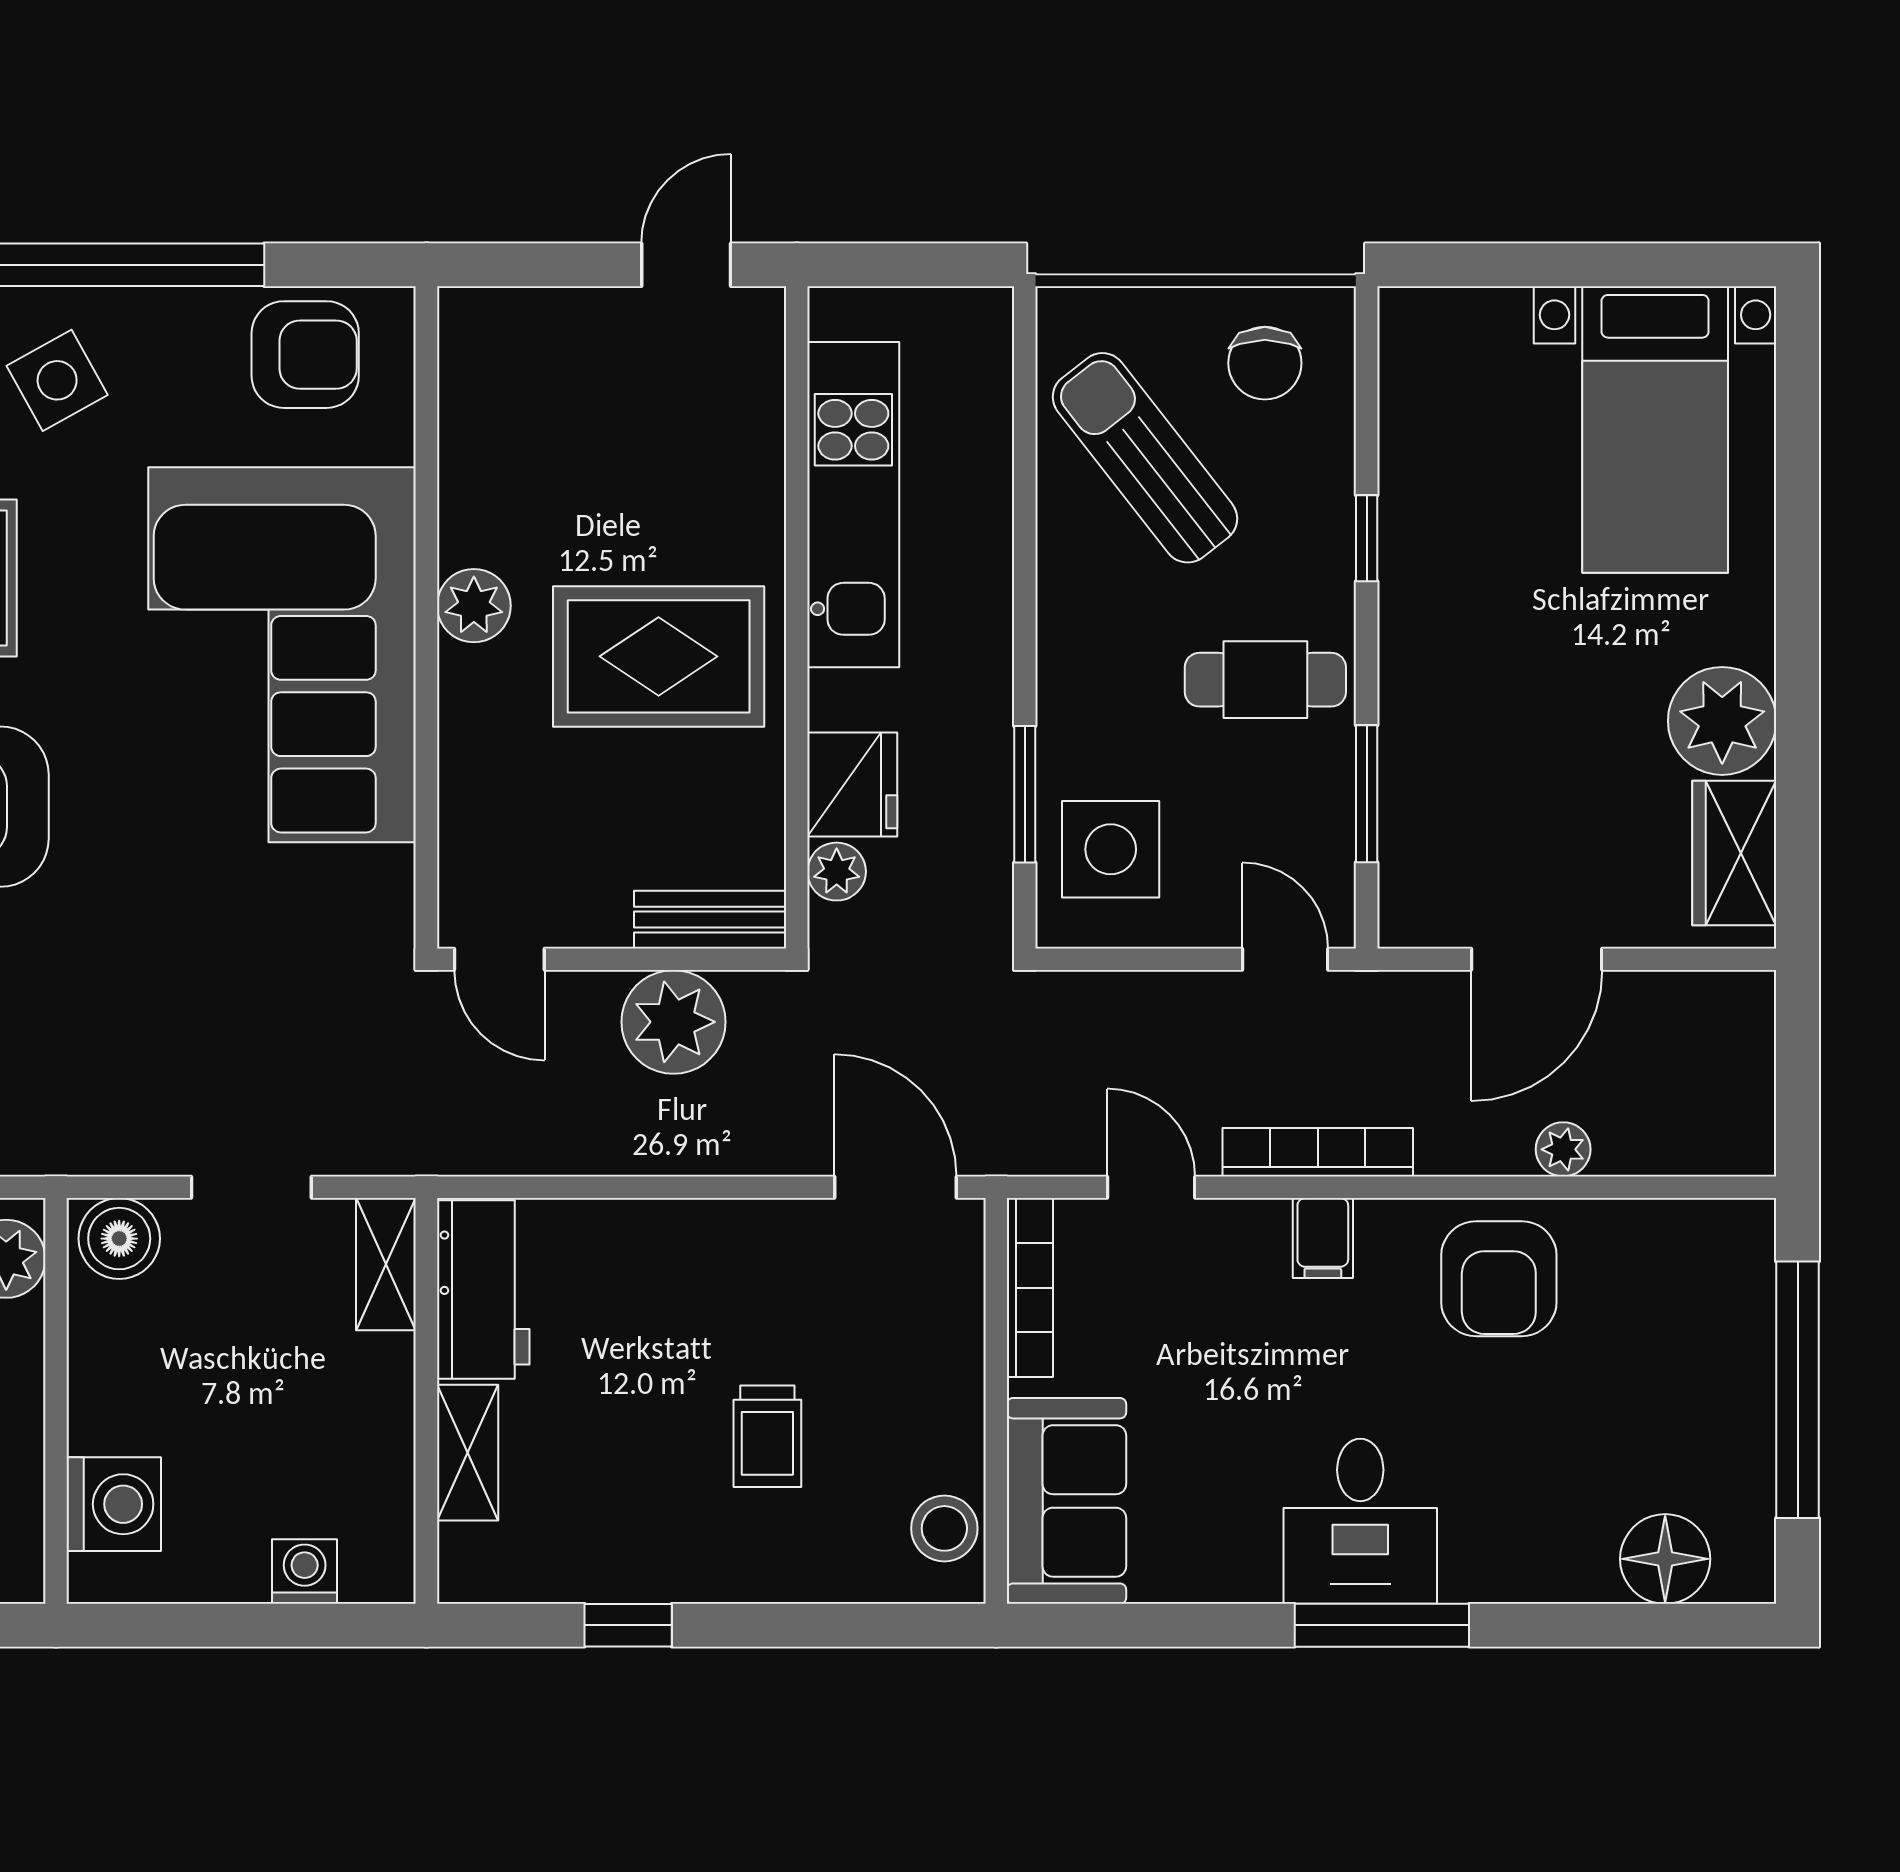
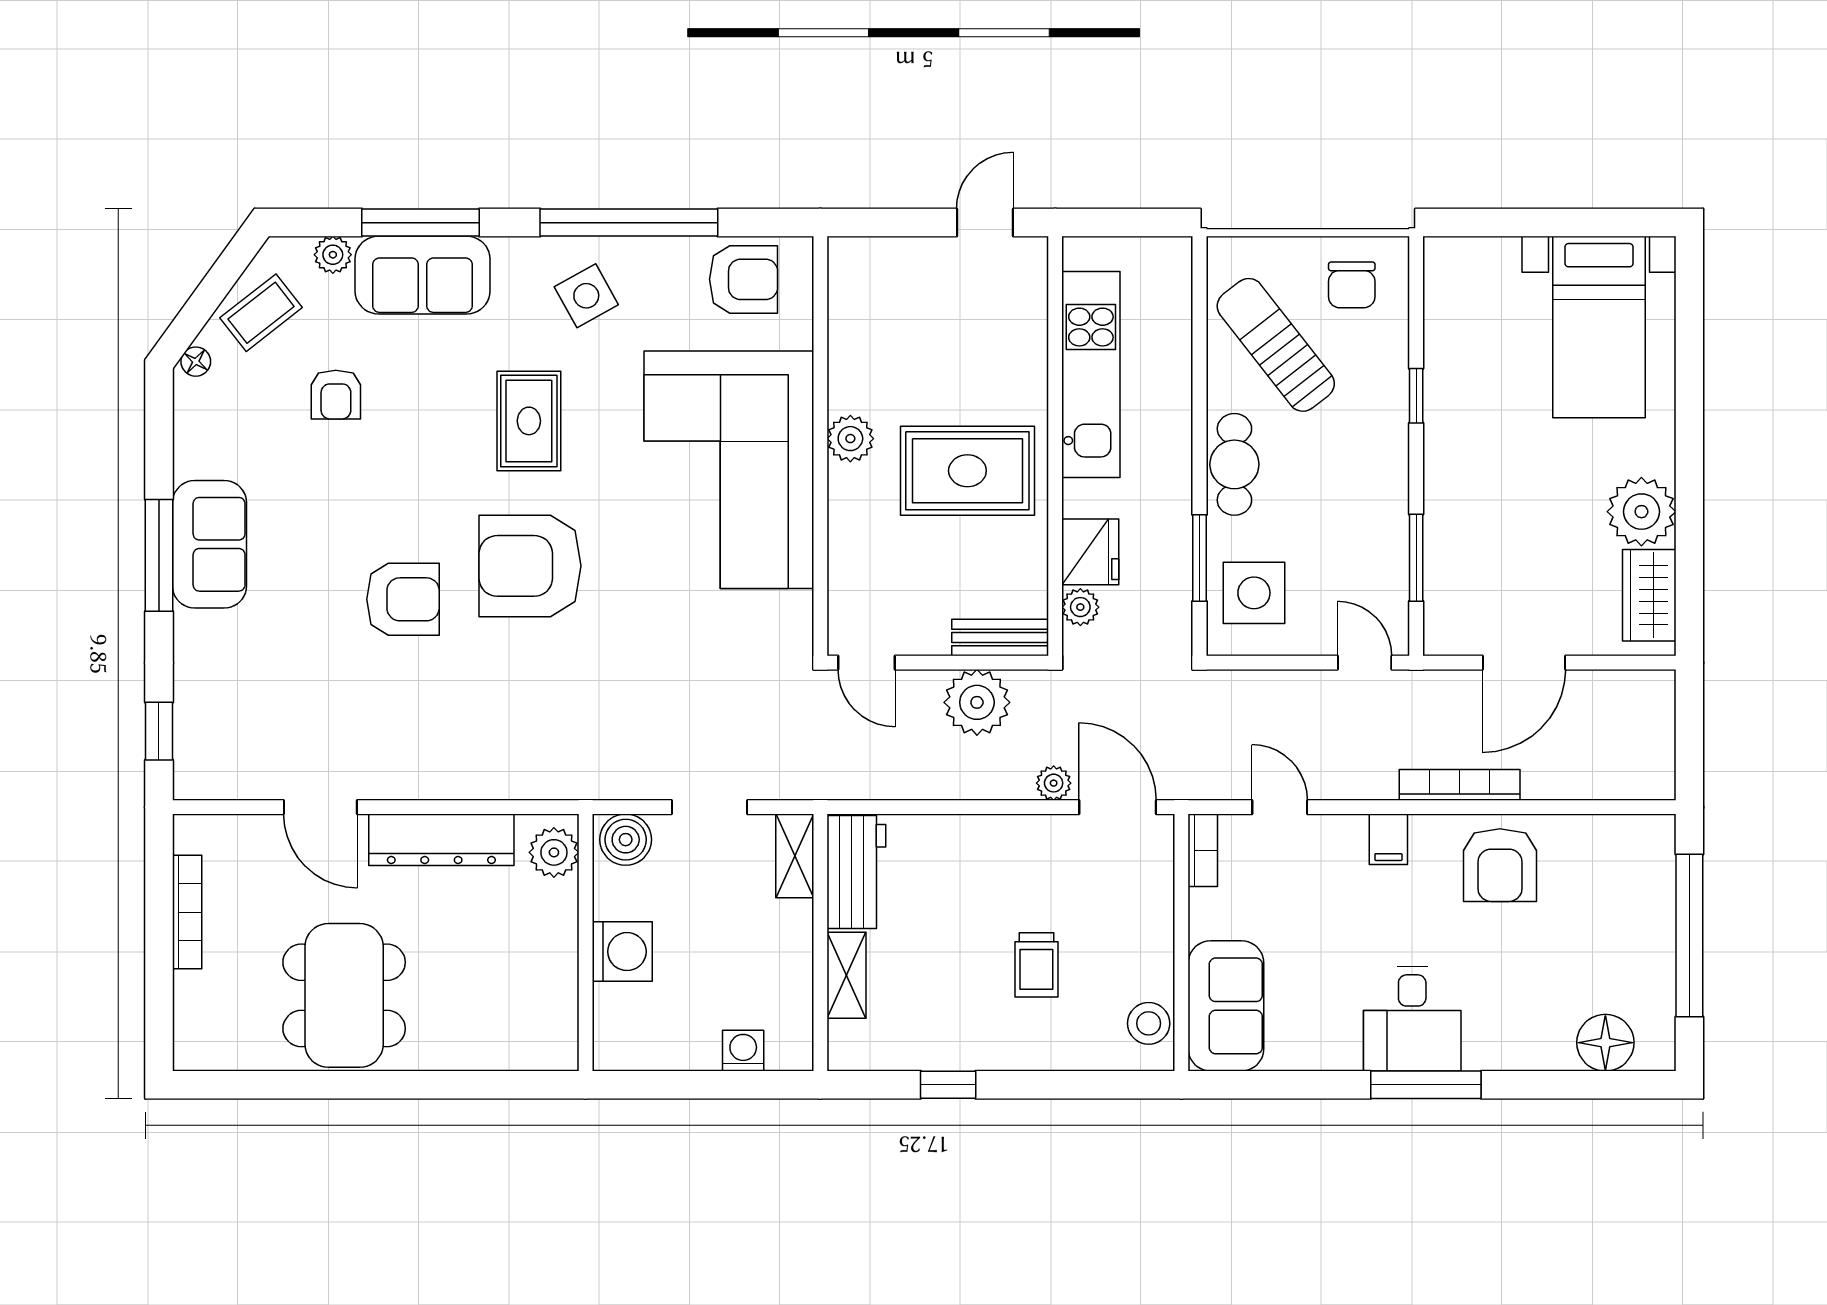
cafe table: (1265, 680) -> (1234, 464), moved, turned 90
plant: (1563, 1149) -> (1054, 783), moved
bookcase: (1318, 1152) -> (1460, 785), moved
bookcase: (1030, 1288) -> (1203, 850), width x0.64
washing machine: (114, 1504) -> (622, 952), moved

